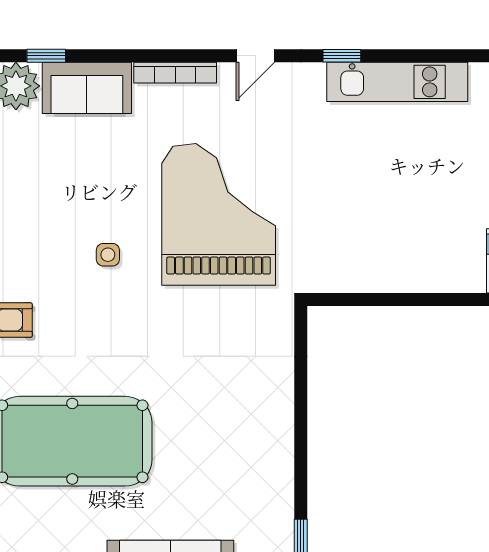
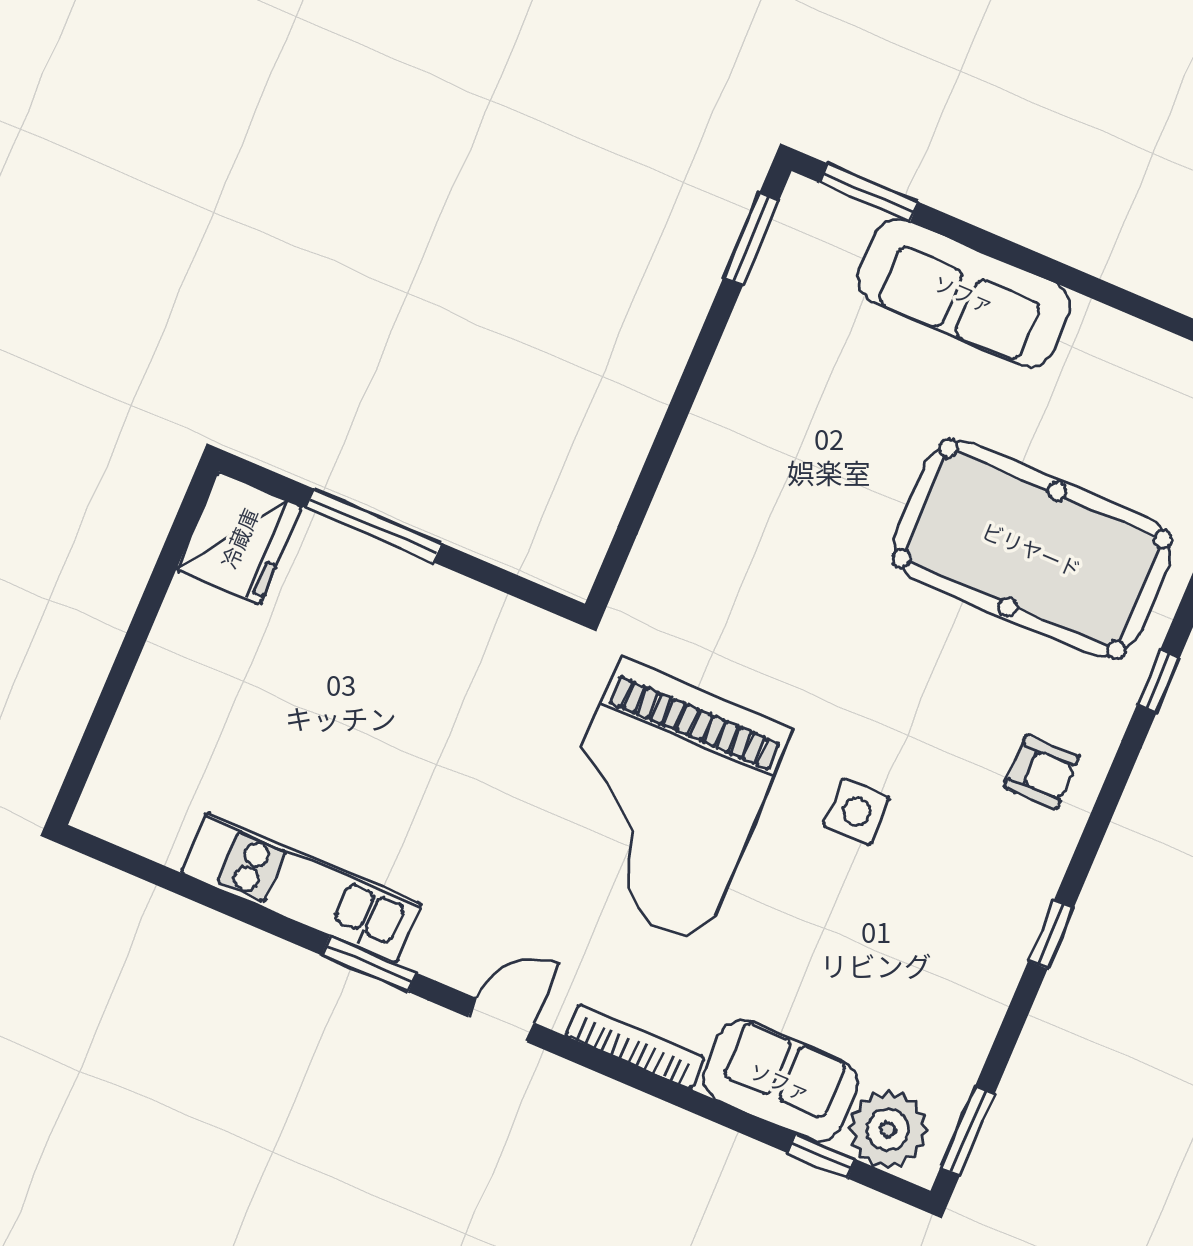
window: (342, 56) -> (369, 964), width x1.50
side table: (108, 255) -> (857, 811), width x1.37, depth x1.37
window: (442, 299) -> (374, 526), added

